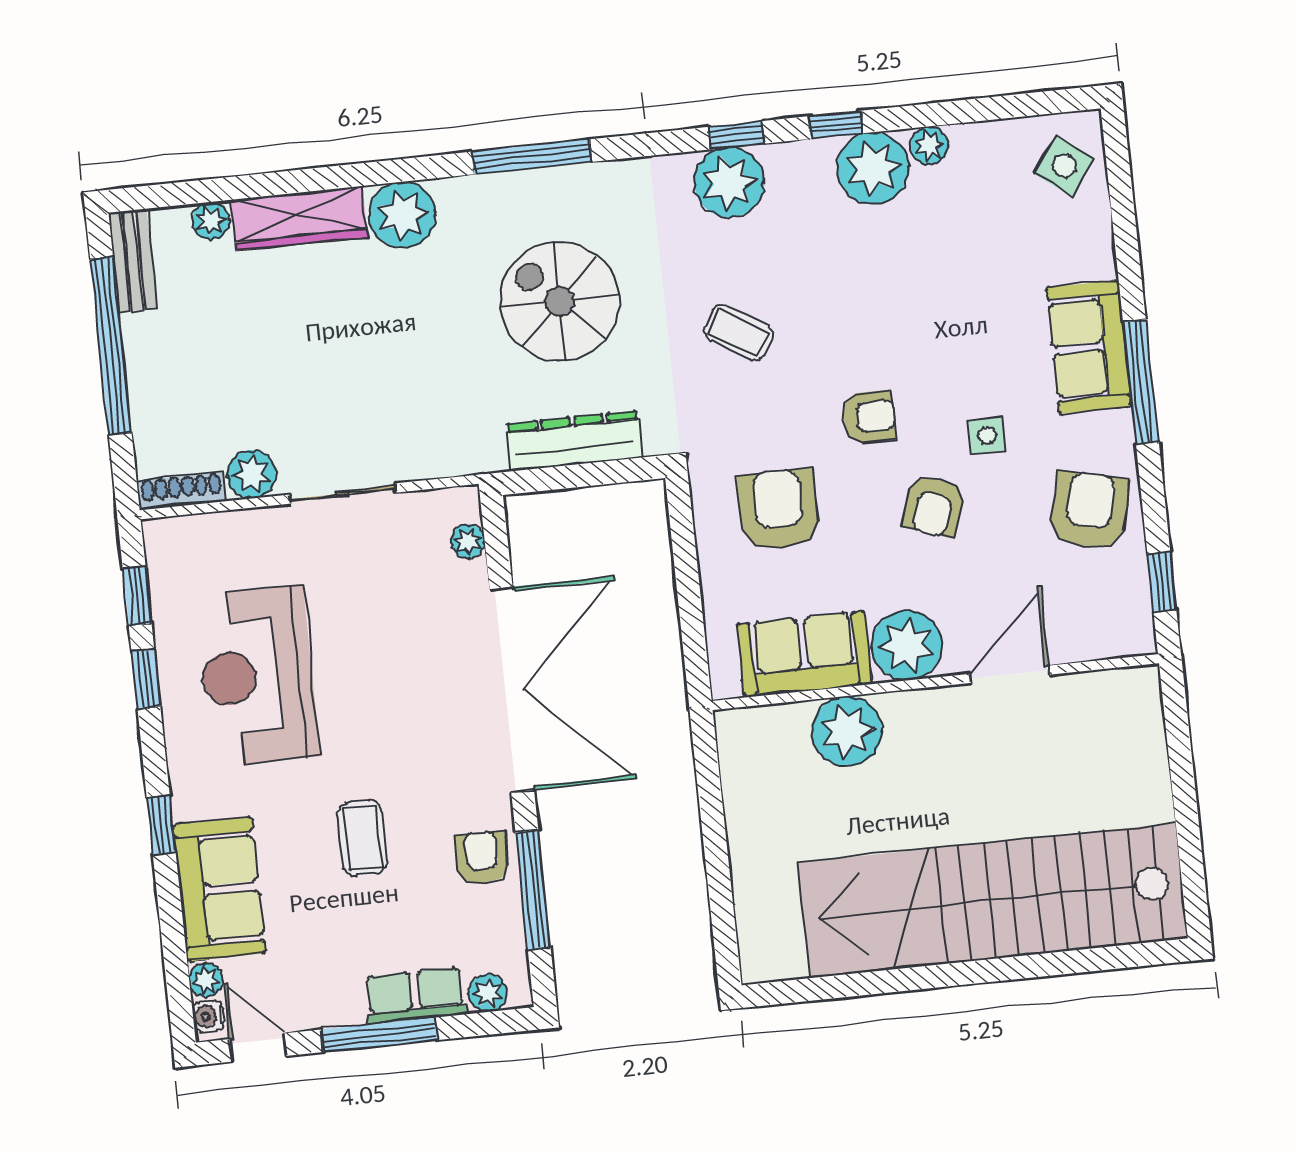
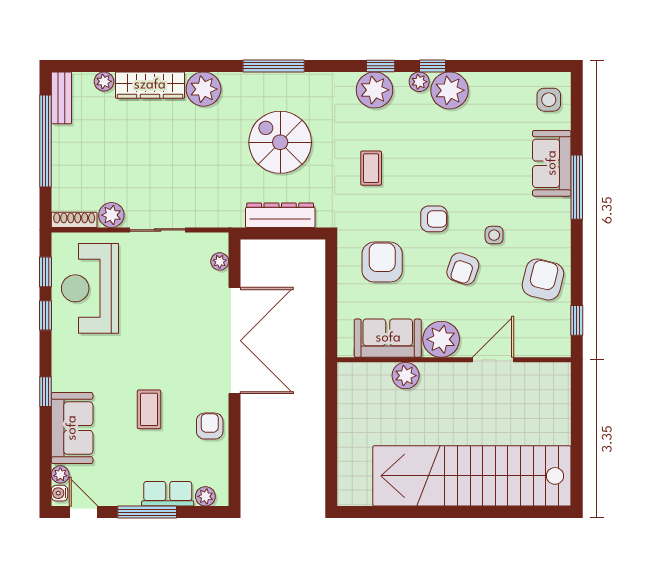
plant: (929, 146) -> (419, 82), moved
side table: (1064, 166) -> (549, 100), turned -37
coffee table: (739, 332) -> (371, 168), turned 58
sofa: (1089, 347) -> (552, 163), moved
window: (1141, 382) -> (577, 187), moved
reception desk: (257, 676) -> (90, 288), moved
plant: (847, 731) -> (406, 376), width x0.73, depth x0.73
window: (533, 890) -> (234, 445), removed

